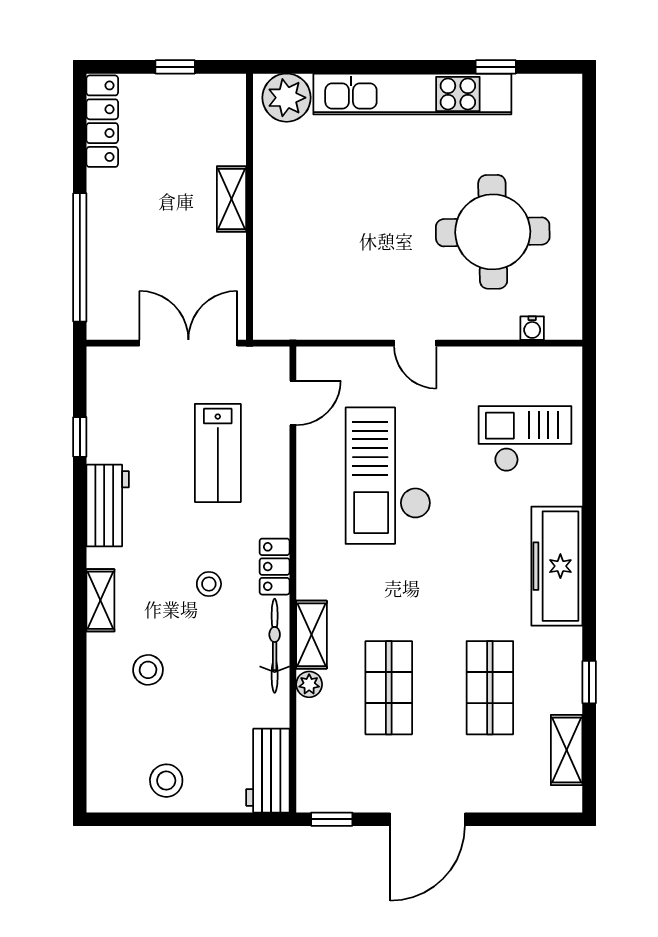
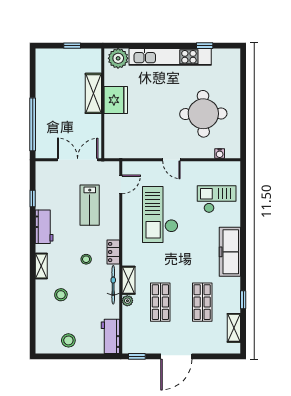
locker: (102, 121) -> (42, 68), removed
shelving: (232, 199) -> (93, 93), width x1.50, depth x1.33
fridge: (281, 199) -> (116, 100), added

